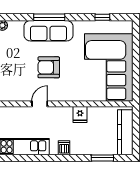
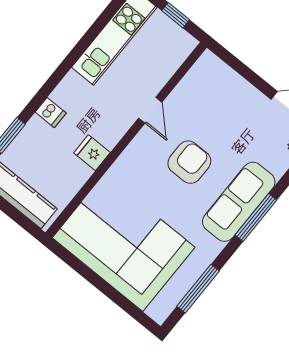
window: (102, 17) -> (198, 289), width x2.17
dishwasher: (64, 148) -> (51, 113), moved

